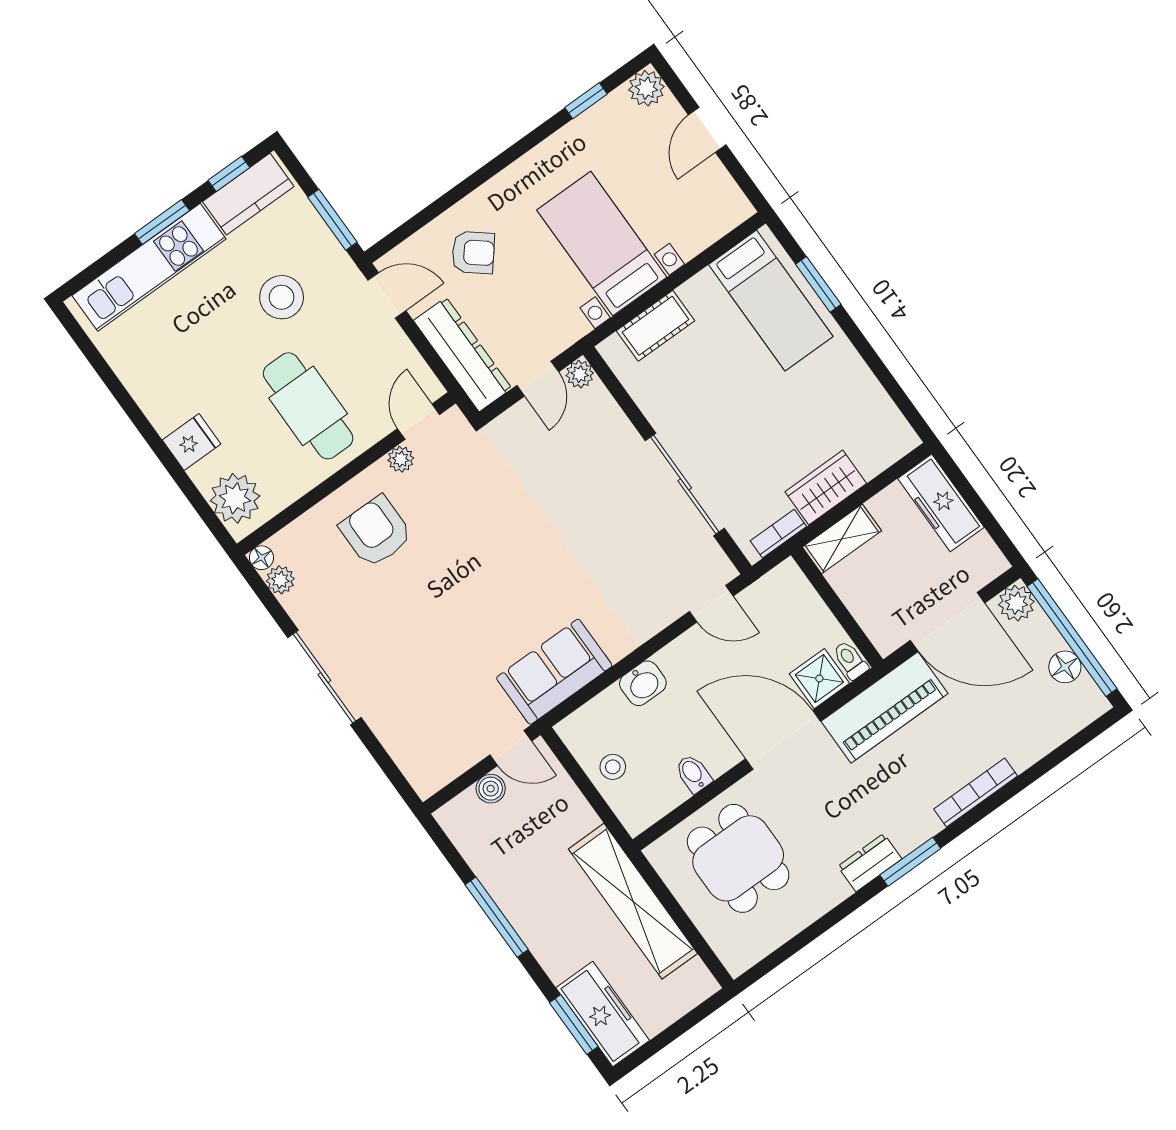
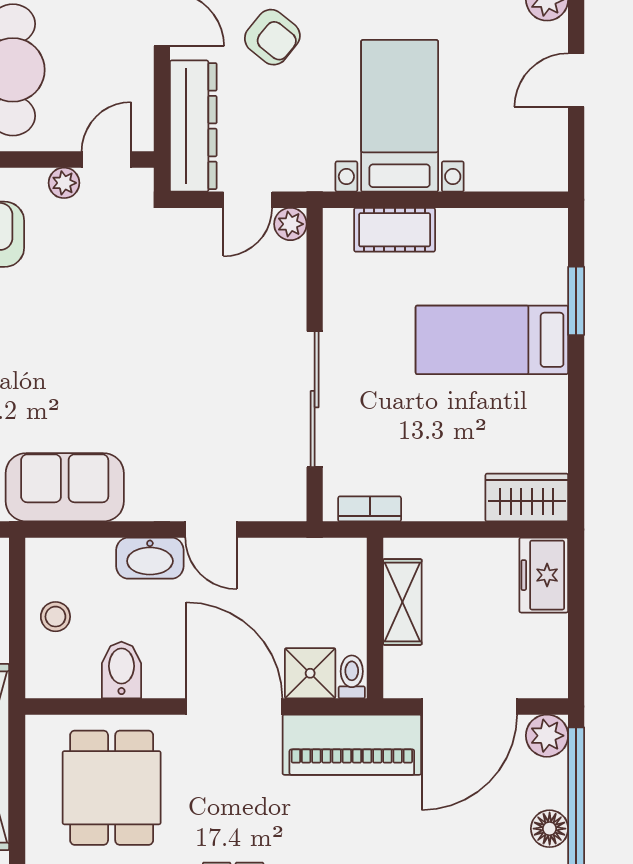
bed: (771, 300) -> (492, 340), moved, turned 90
wardrobe: (826, 488) -> (527, 498), moved
freezer: (941, 503) -> (544, 575), width x0.71
shelving: (842, 539) -> (402, 602), moved, turned 90
door: (711, 604) -> (211, 530), moved
door: (947, 622) -> (469, 706), hinge flipped
washbasin: (643, 683) -> (150, 558), width x1.38
bidet: (693, 774) -> (121, 670), width x1.38, depth x1.36

